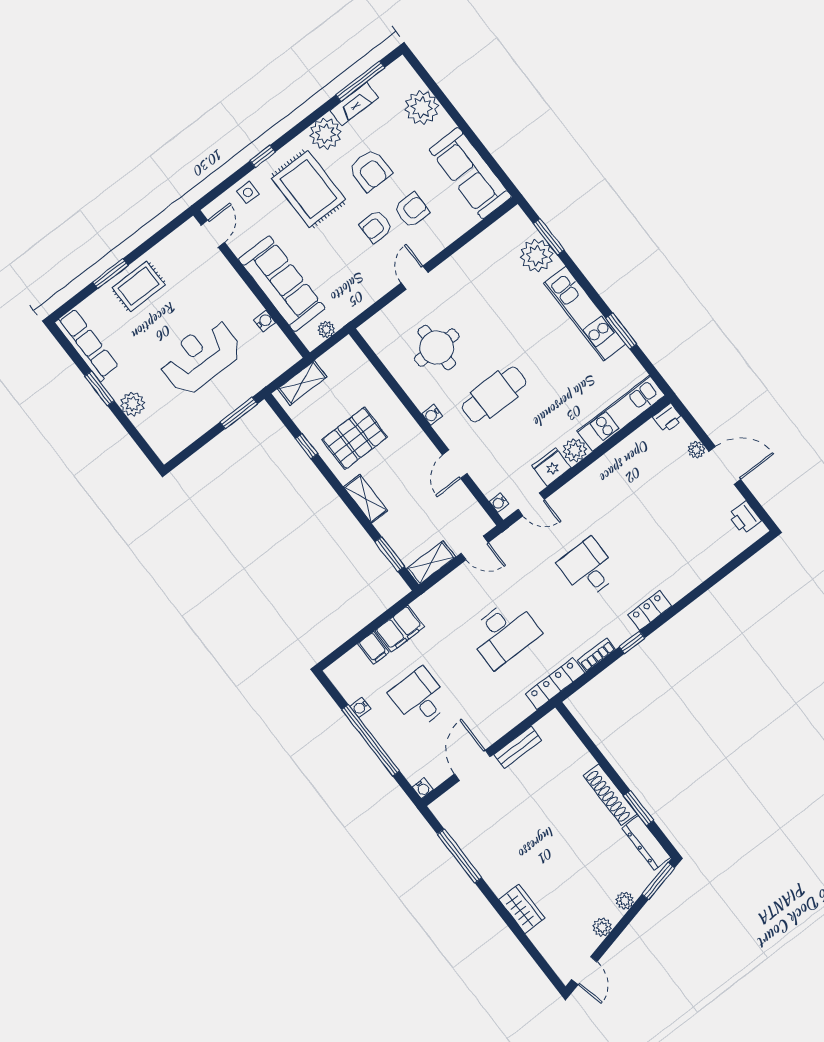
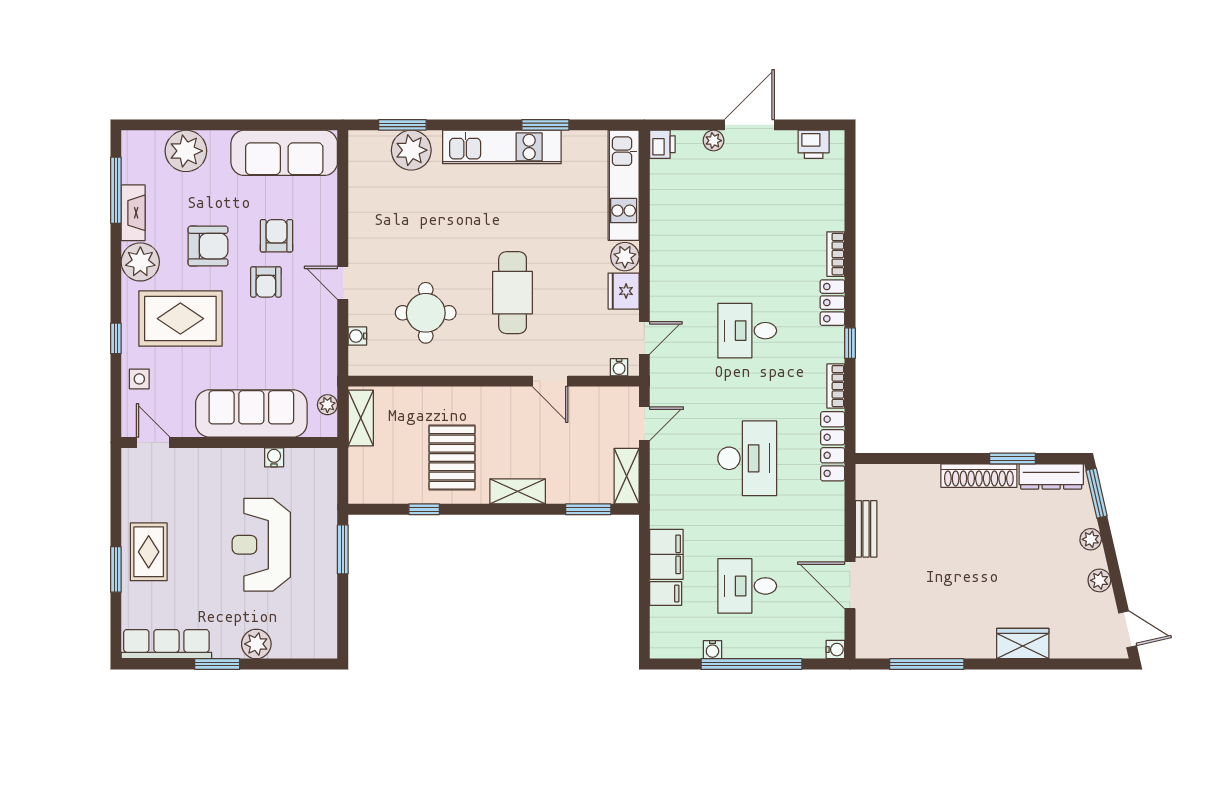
shelving: (302, 383) -> (361, 418), moved
water cooler: (432, 415) -> (357, 336), moved, turned 90
bookcase: (683, 588) -> (836, 254), added

